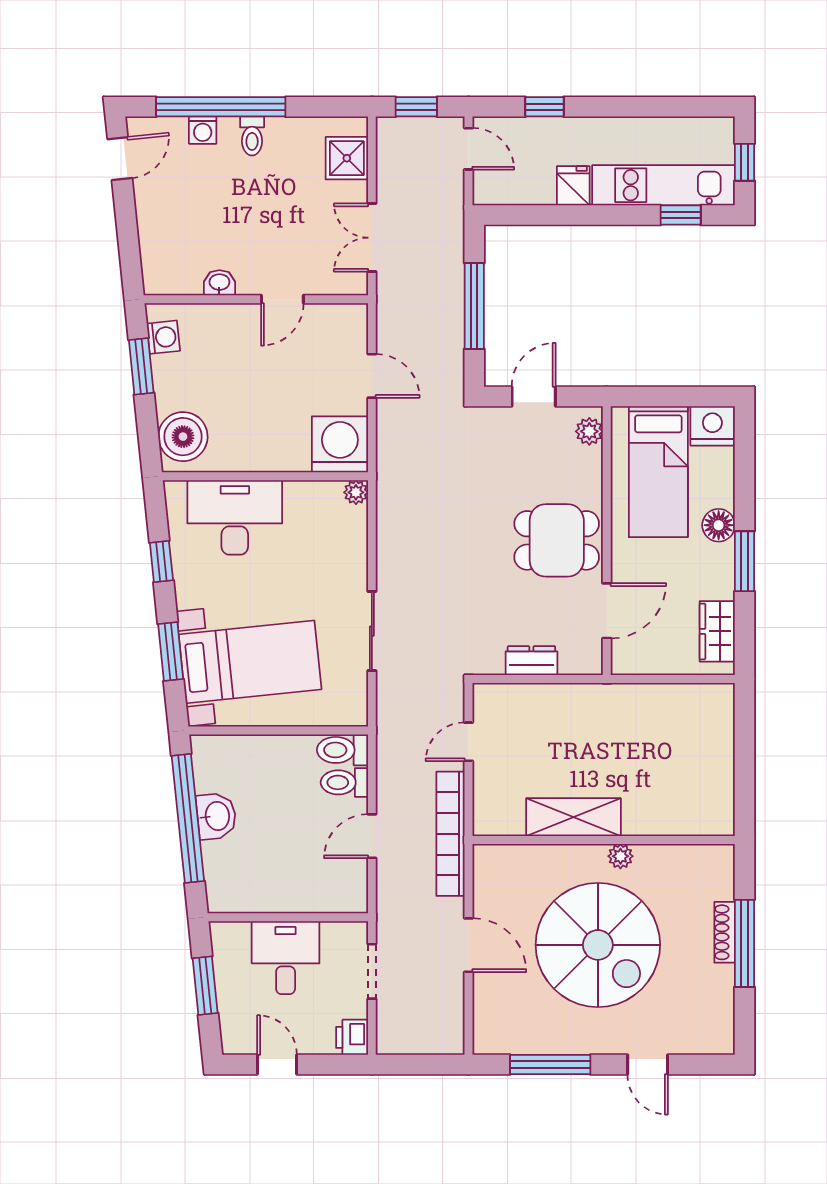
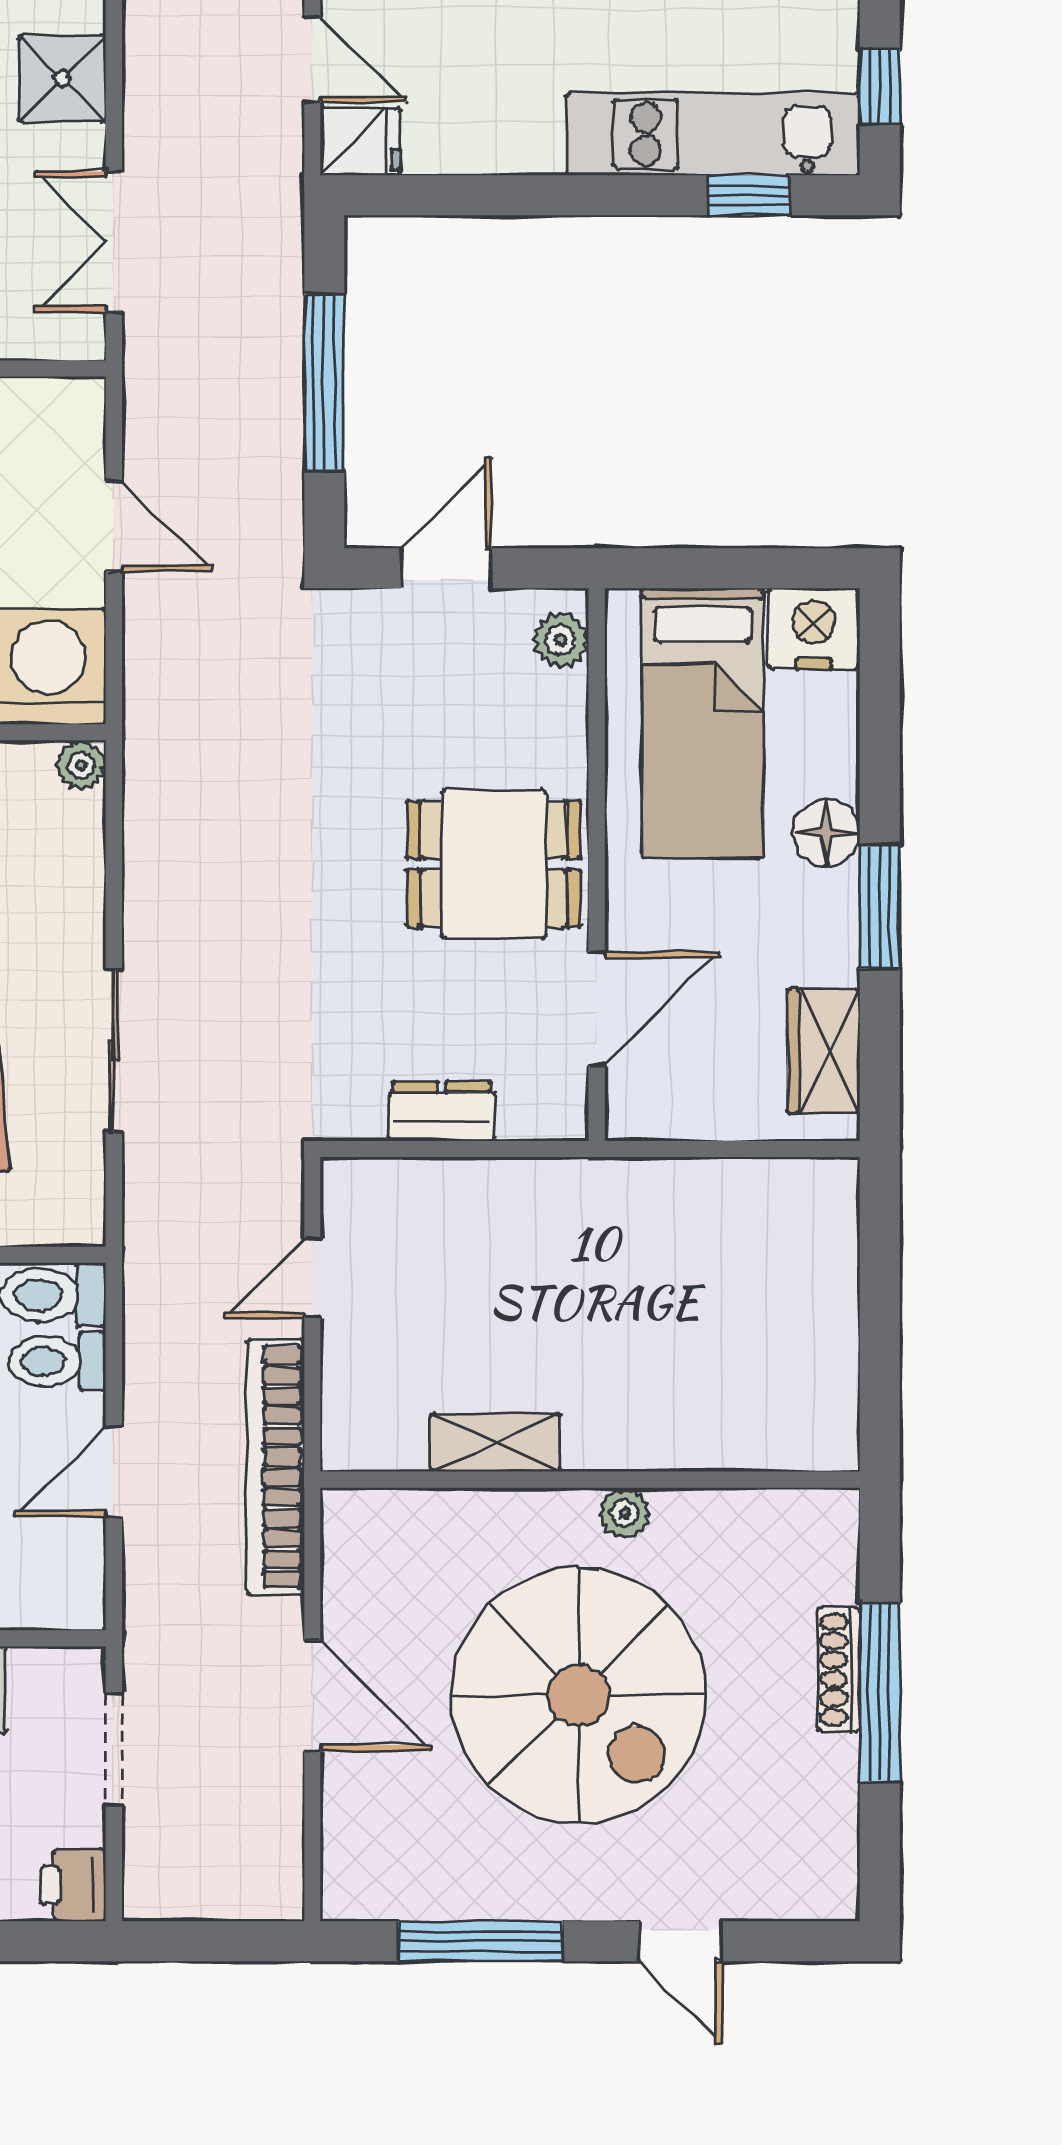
fridge: (573, 186) -> (360, 142), moved, turned 90
shelving: (573, 817) -> (496, 1443), width x0.67, depth x0.75

